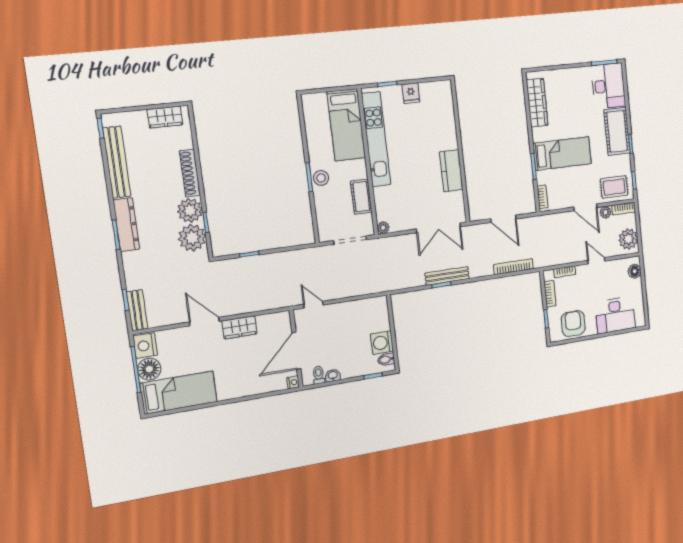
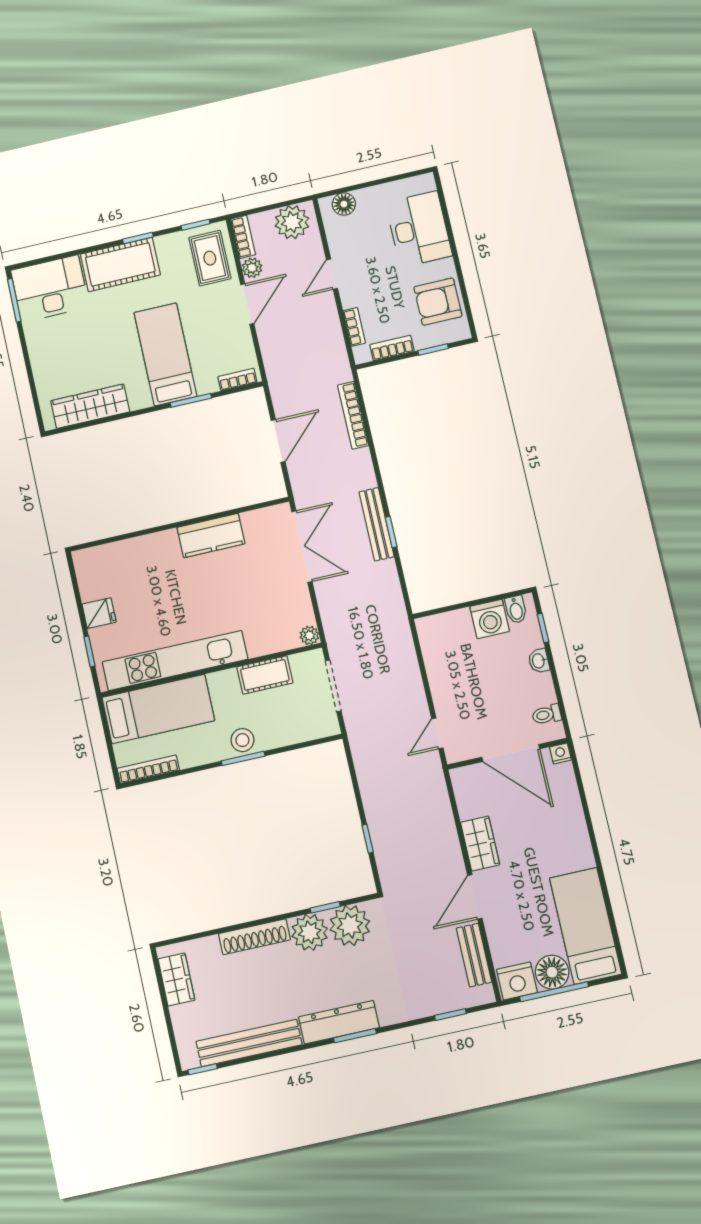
bookcase: (308, 114) -> (148, 769), added
bench: (137, 310) -> (474, 955), moved, turned 90
washbasin: (333, 375) -> (539, 661), moved

